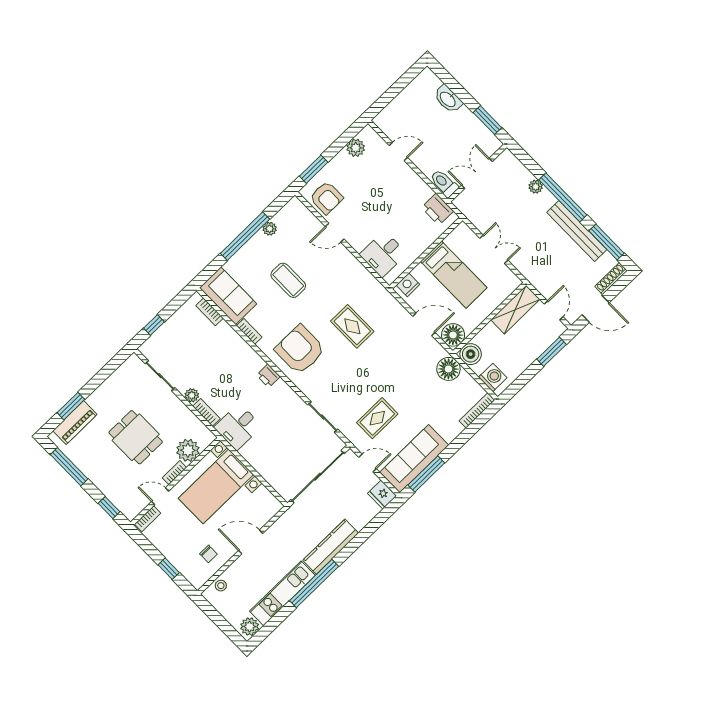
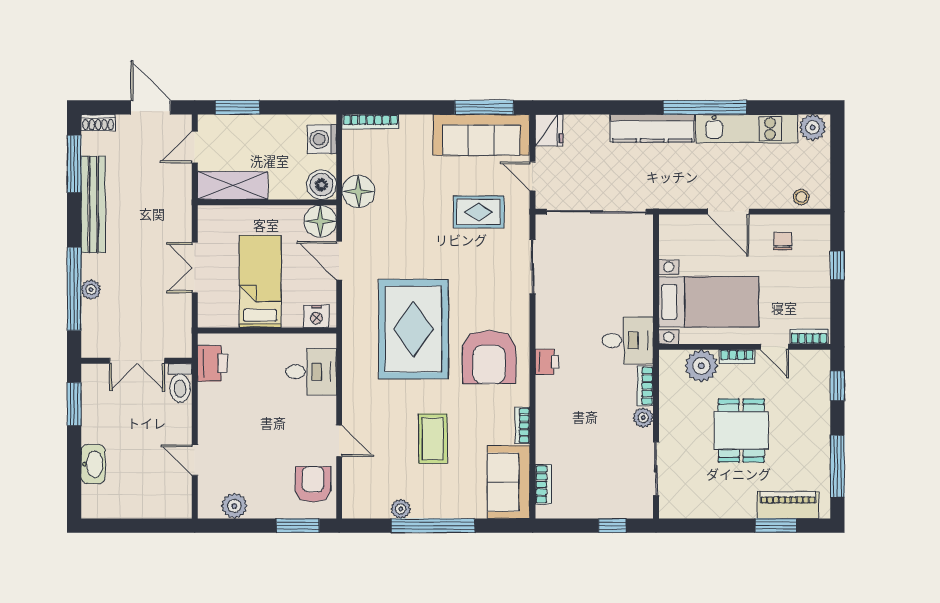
window: (563, 197) -> (74, 289), moved
shoe rack: (611, 279) -> (98, 123), width x0.70
rug: (352, 326) -> (413, 329), width x1.86, depth x2.06

